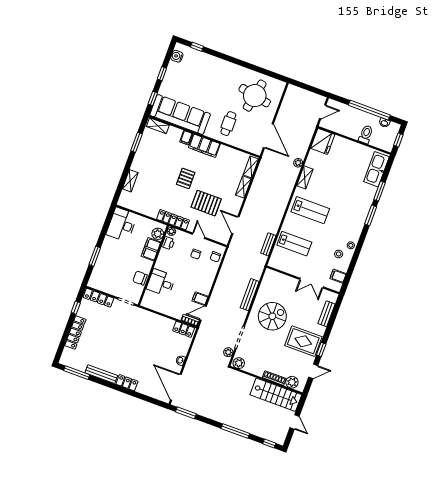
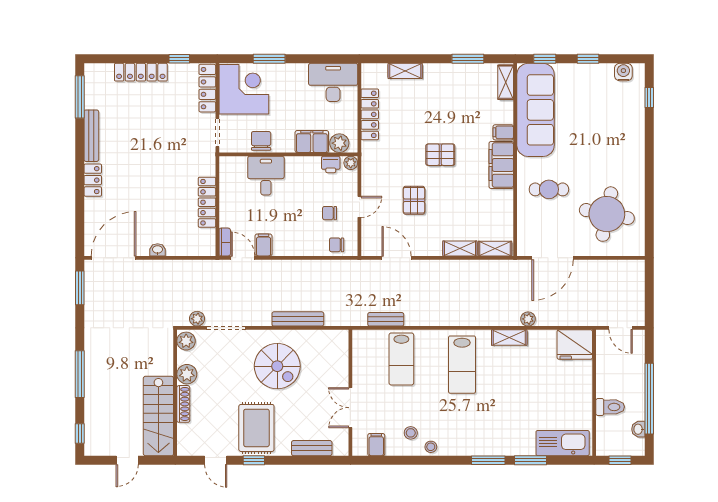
pallet: (206, 203) -> (414, 200), width x0.67, depth x0.71
locker: (173, 220) -> (370, 114), moved
door: (235, 225) -> (397, 258), hinge flipped
corner desk: (107, 277) -> (244, 89), added
locker: (184, 329) -> (207, 202), moved, width x1.53
plant: (292, 382) -> (187, 374), moved

